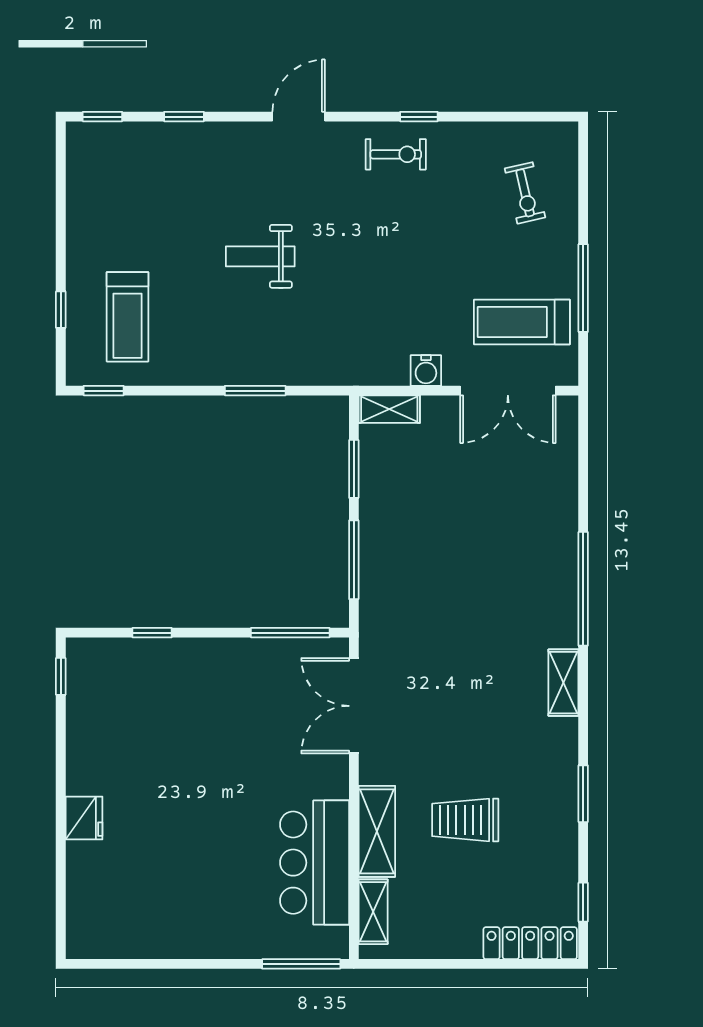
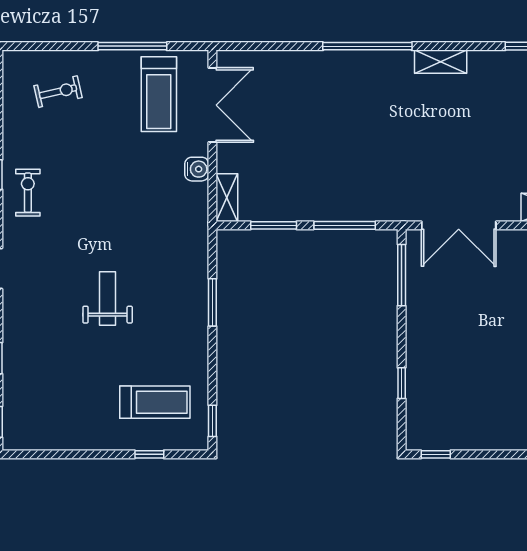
weight bench: (260, 256) -> (108, 299), turned 180

